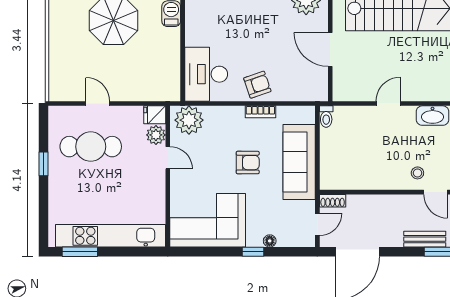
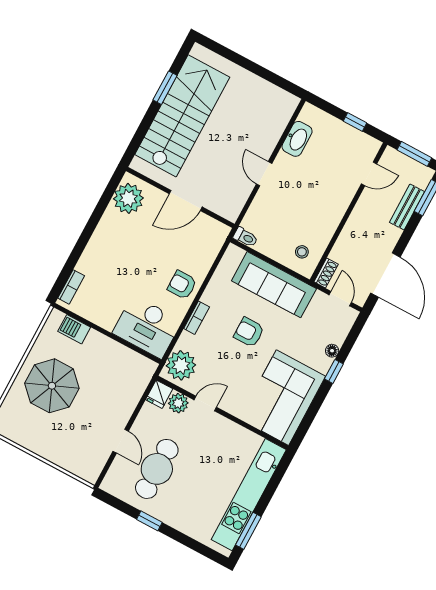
armchair: (257, 85) -> (182, 285), turned -71
door: (98, 104) -> (121, 441), swing flipped
bookcase: (260, 112) -> (197, 318), moved
armchair: (248, 163) -> (249, 332), turned -90
stool: (417, 173) -> (302, 252), moved

